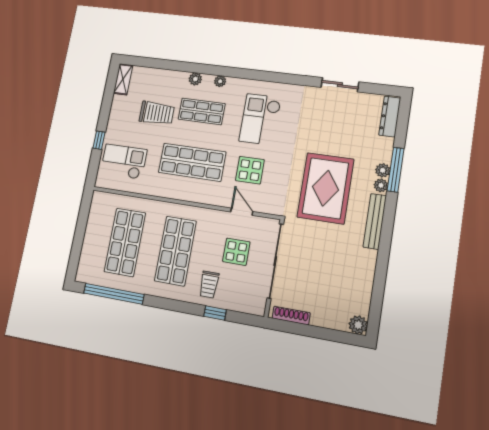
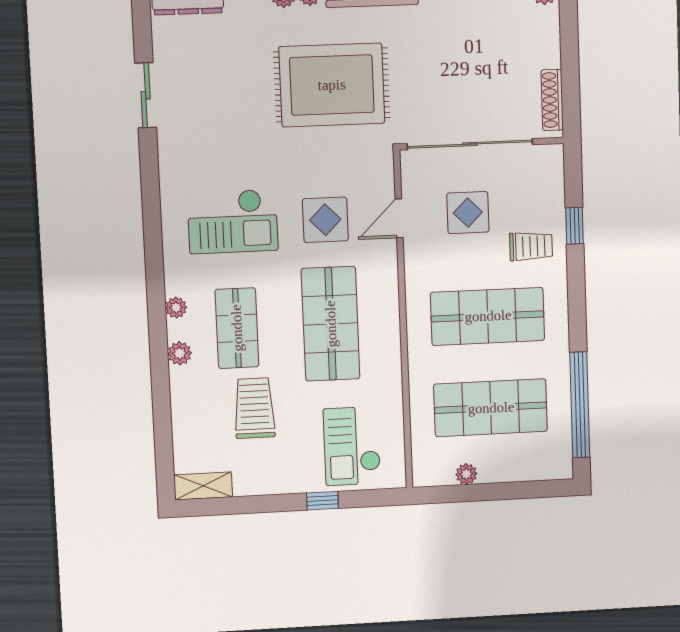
plant: (93, 221) -> (466, 474), added

